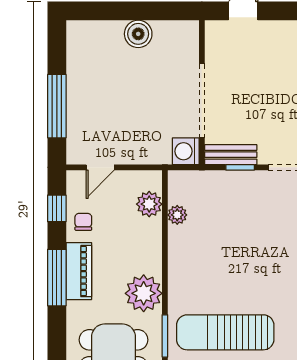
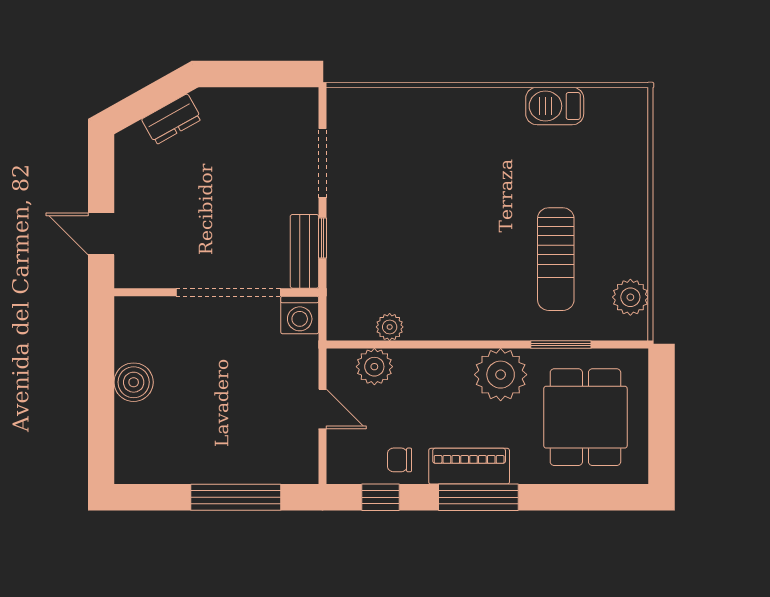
door: (100, 167) -> (323, 409), moved
sun lounger: (225, 332) -> (556, 259), width x0.73, depth x0.75

